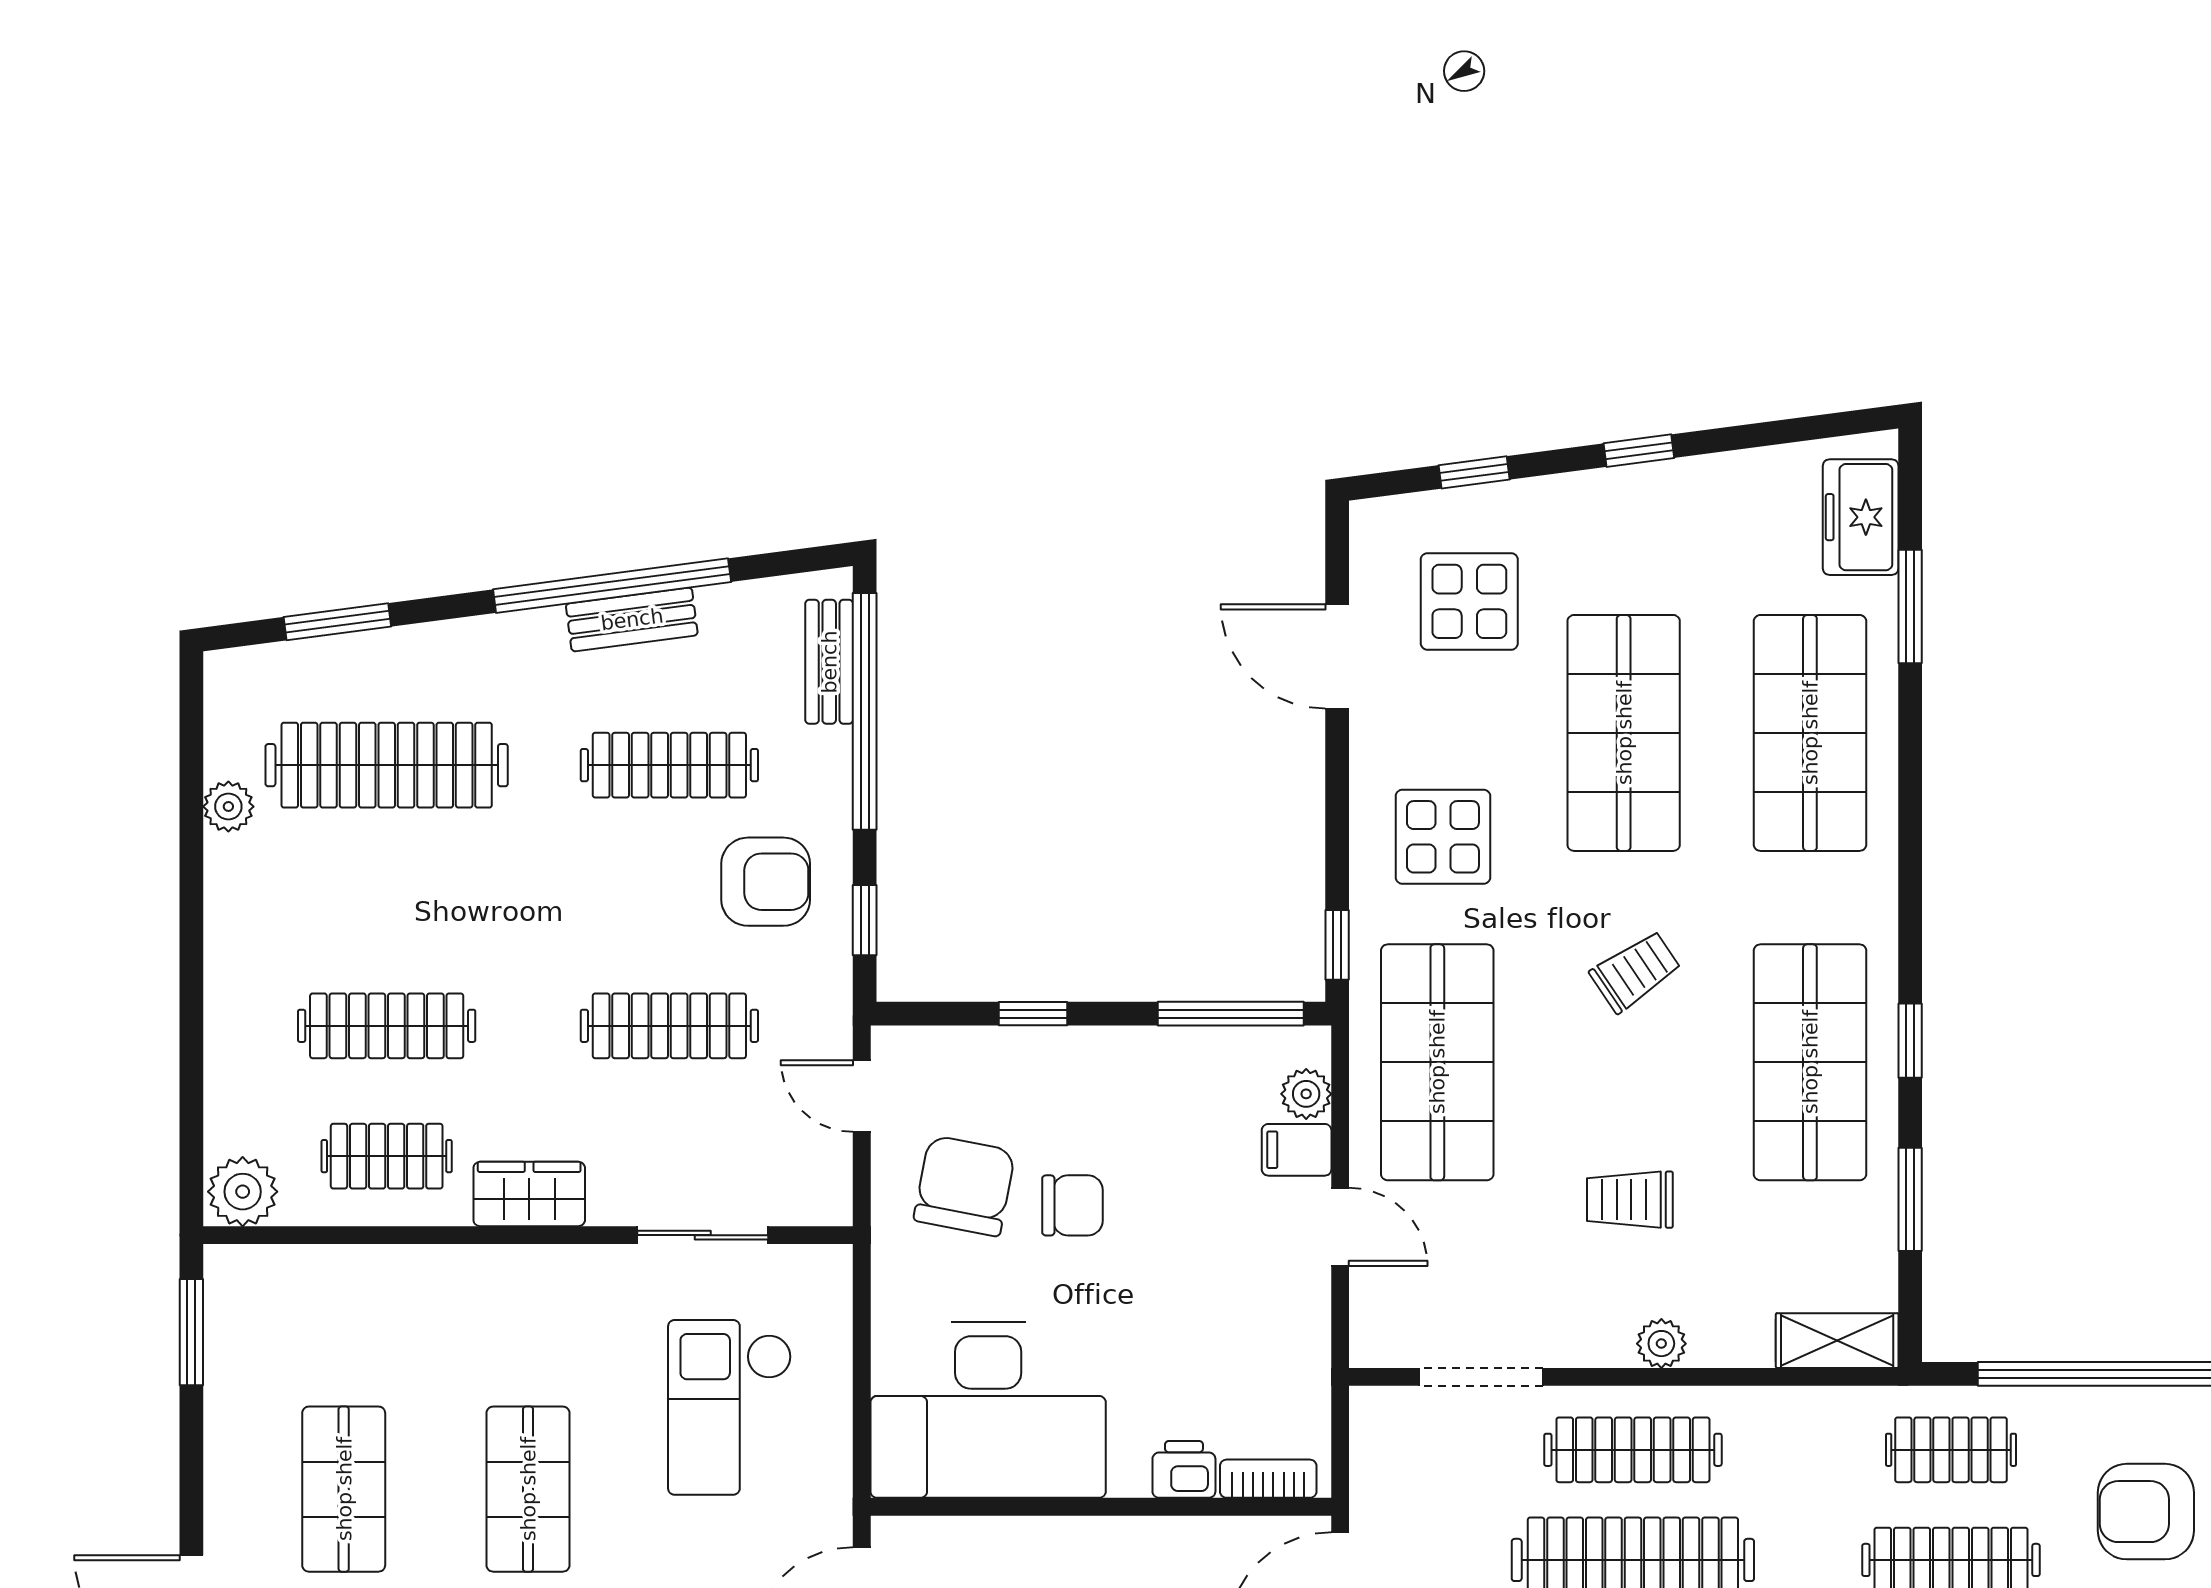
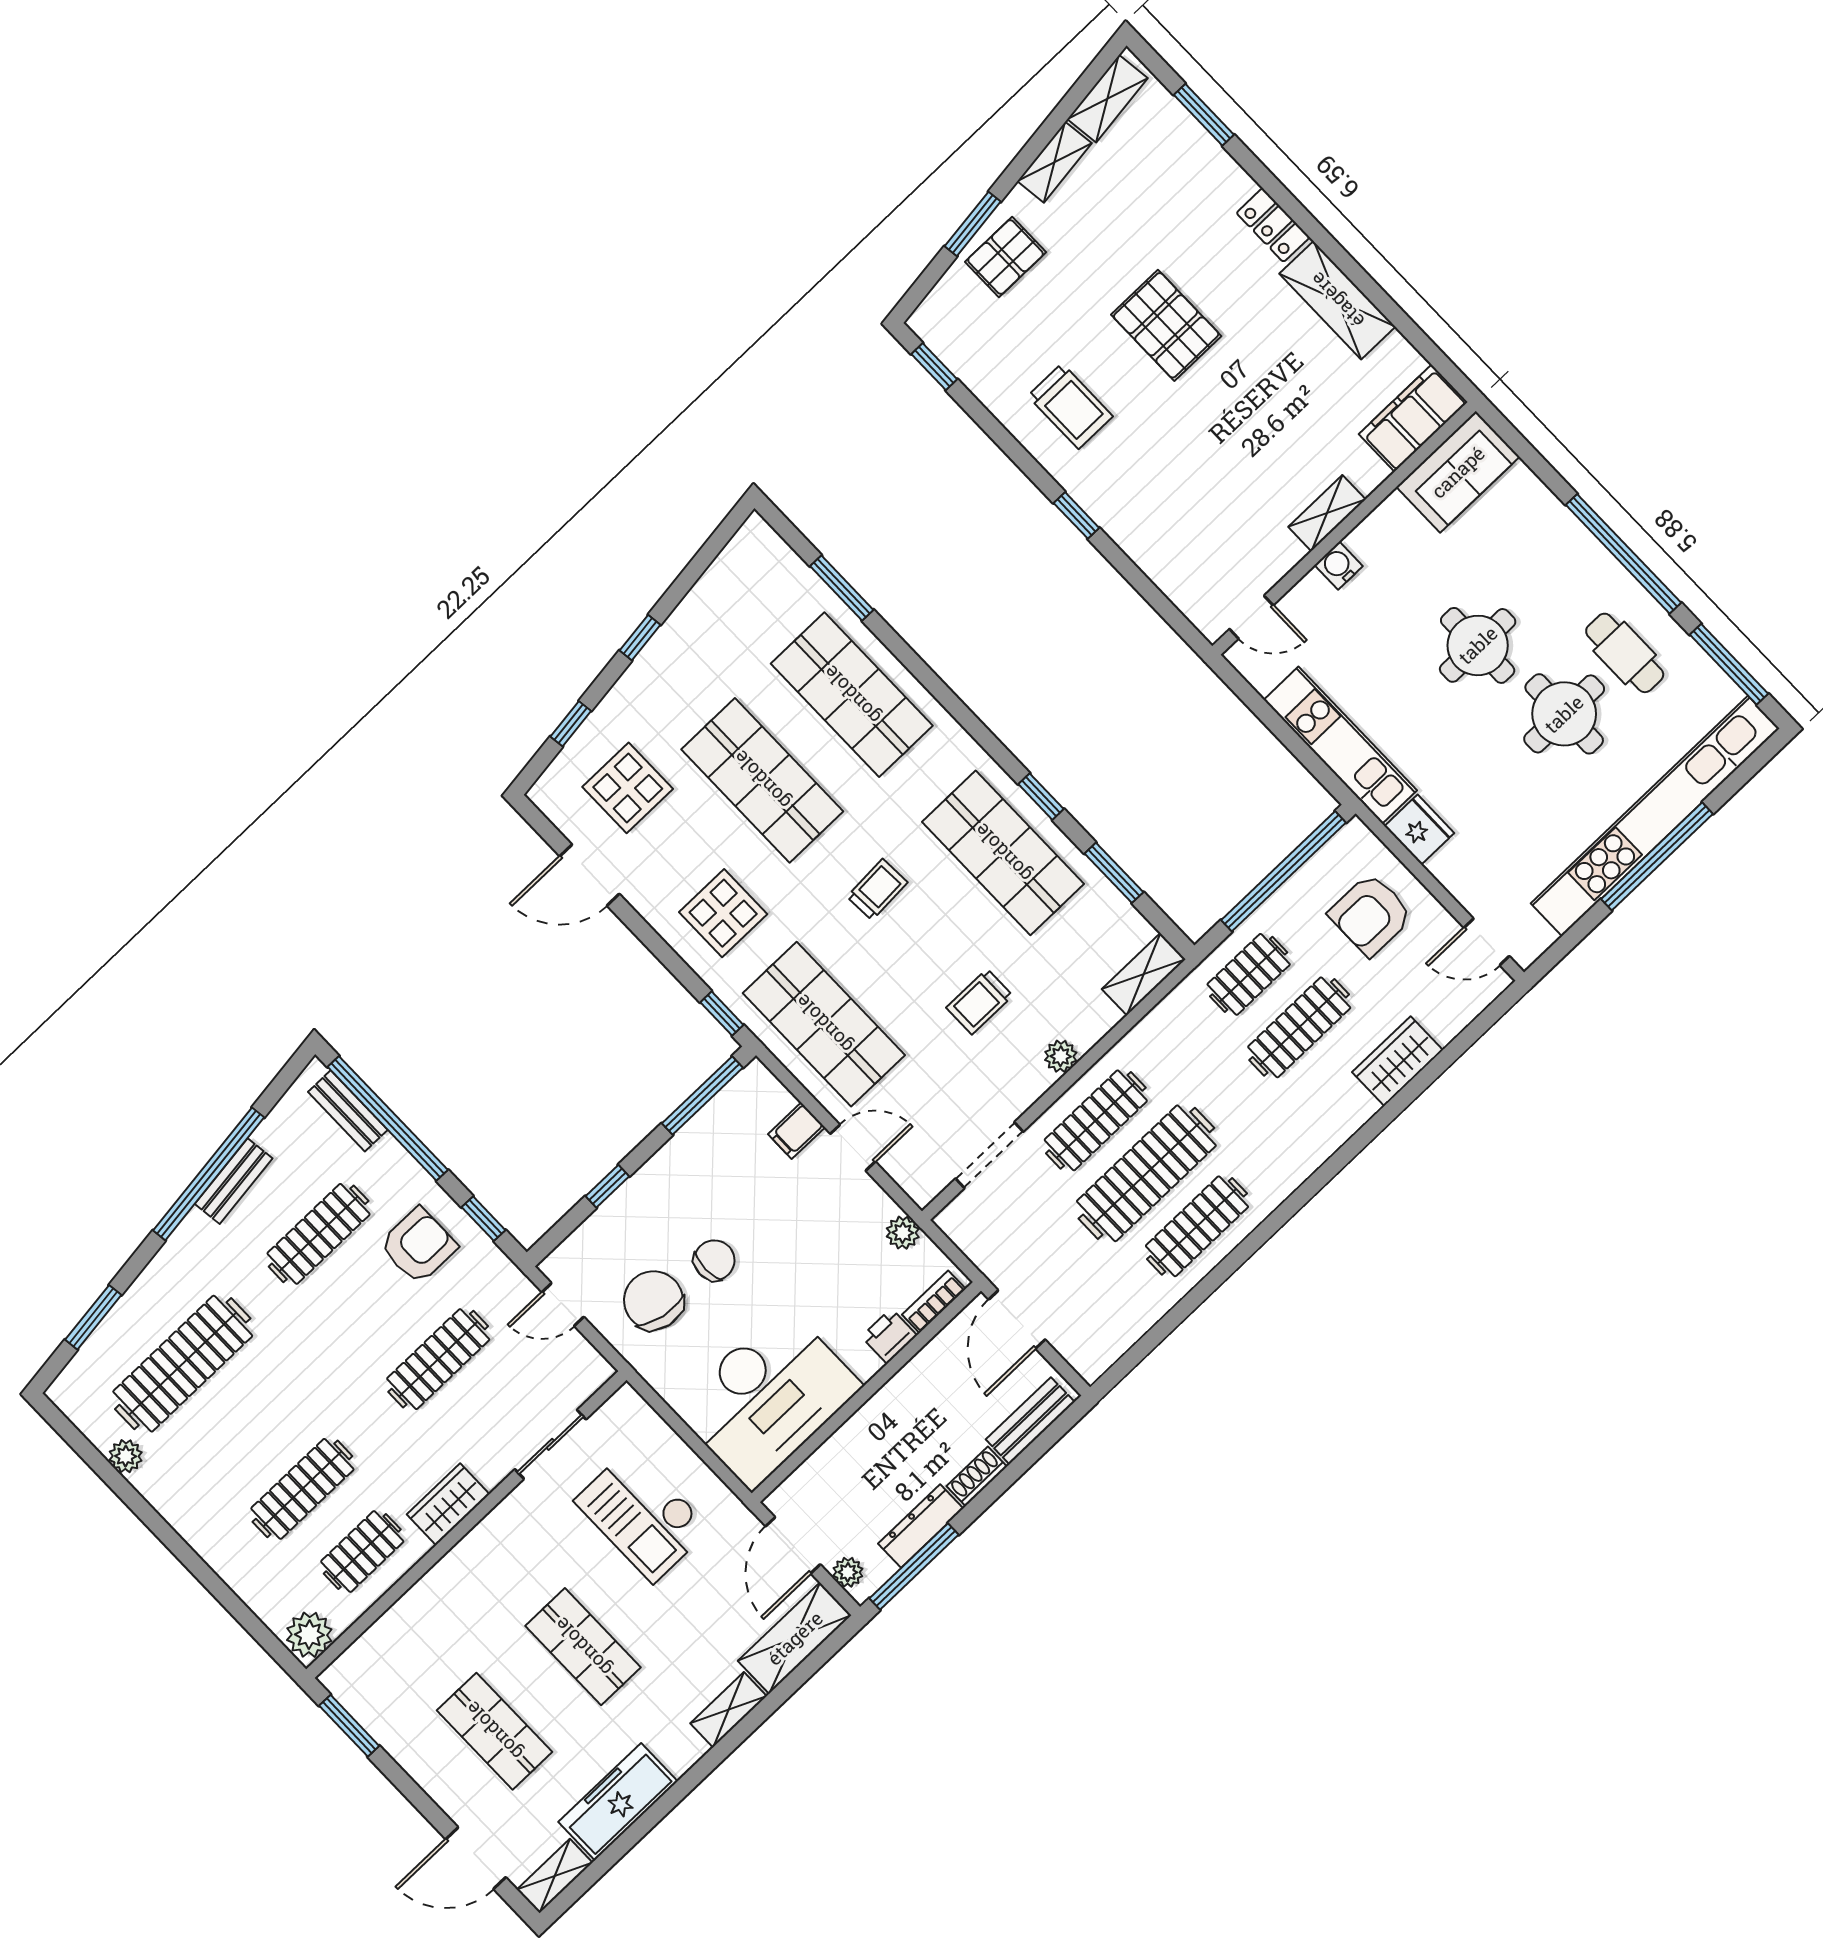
freezer: (1861, 517) -> (777, 568), removed
trolley: (1635, 971) -> (877, 889), turned 31
plant: (1306, 1094) -> (903, 1233), moved

